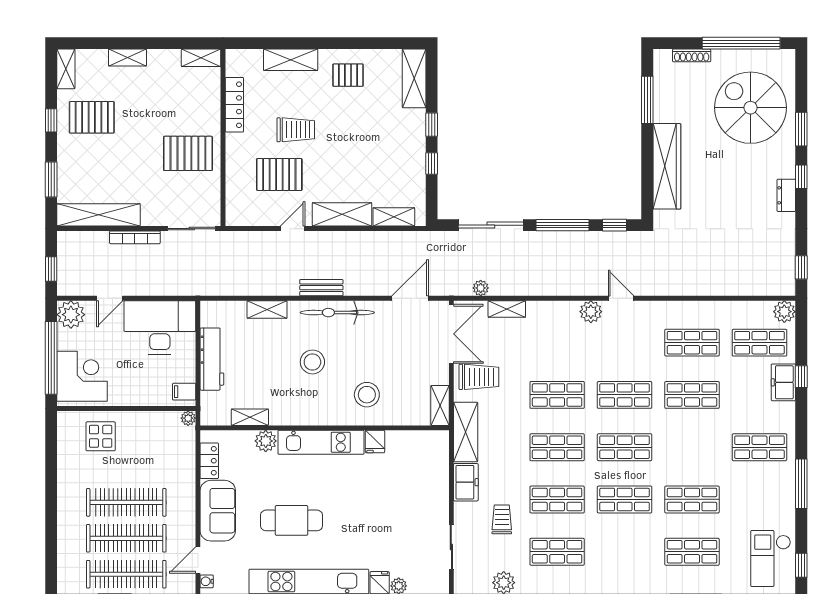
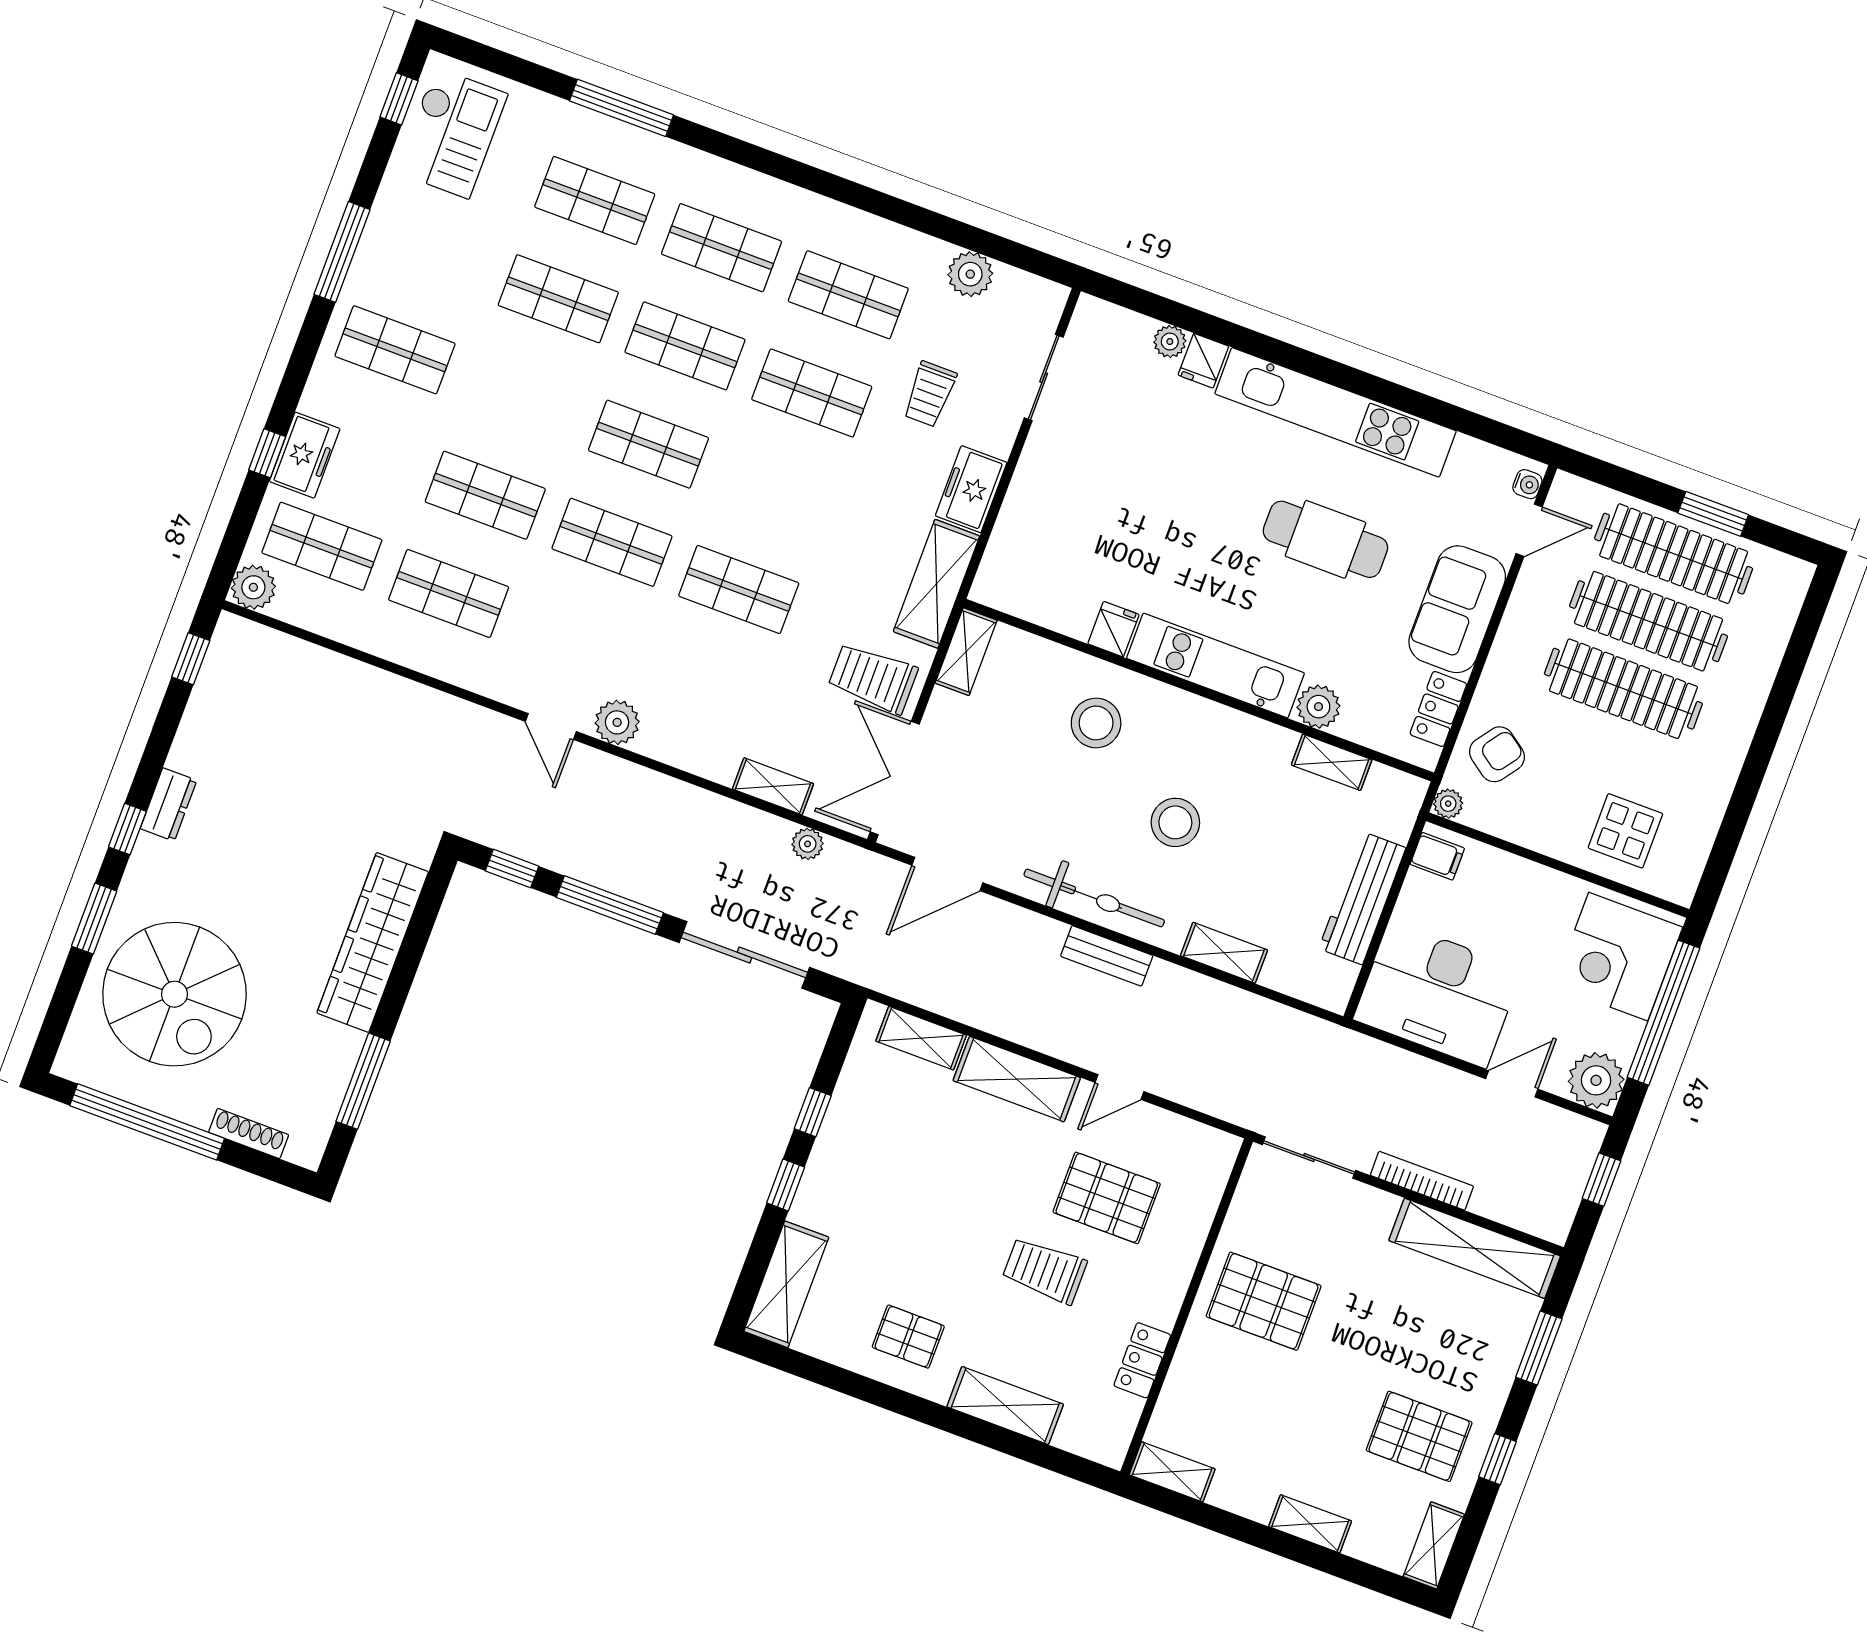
locker: (234, 105) -> (1142, 1360), width x0.66
shop shelf: (557, 447) -> (722, 248), moved
armchair: (174, 450) -> (1497, 754), added

